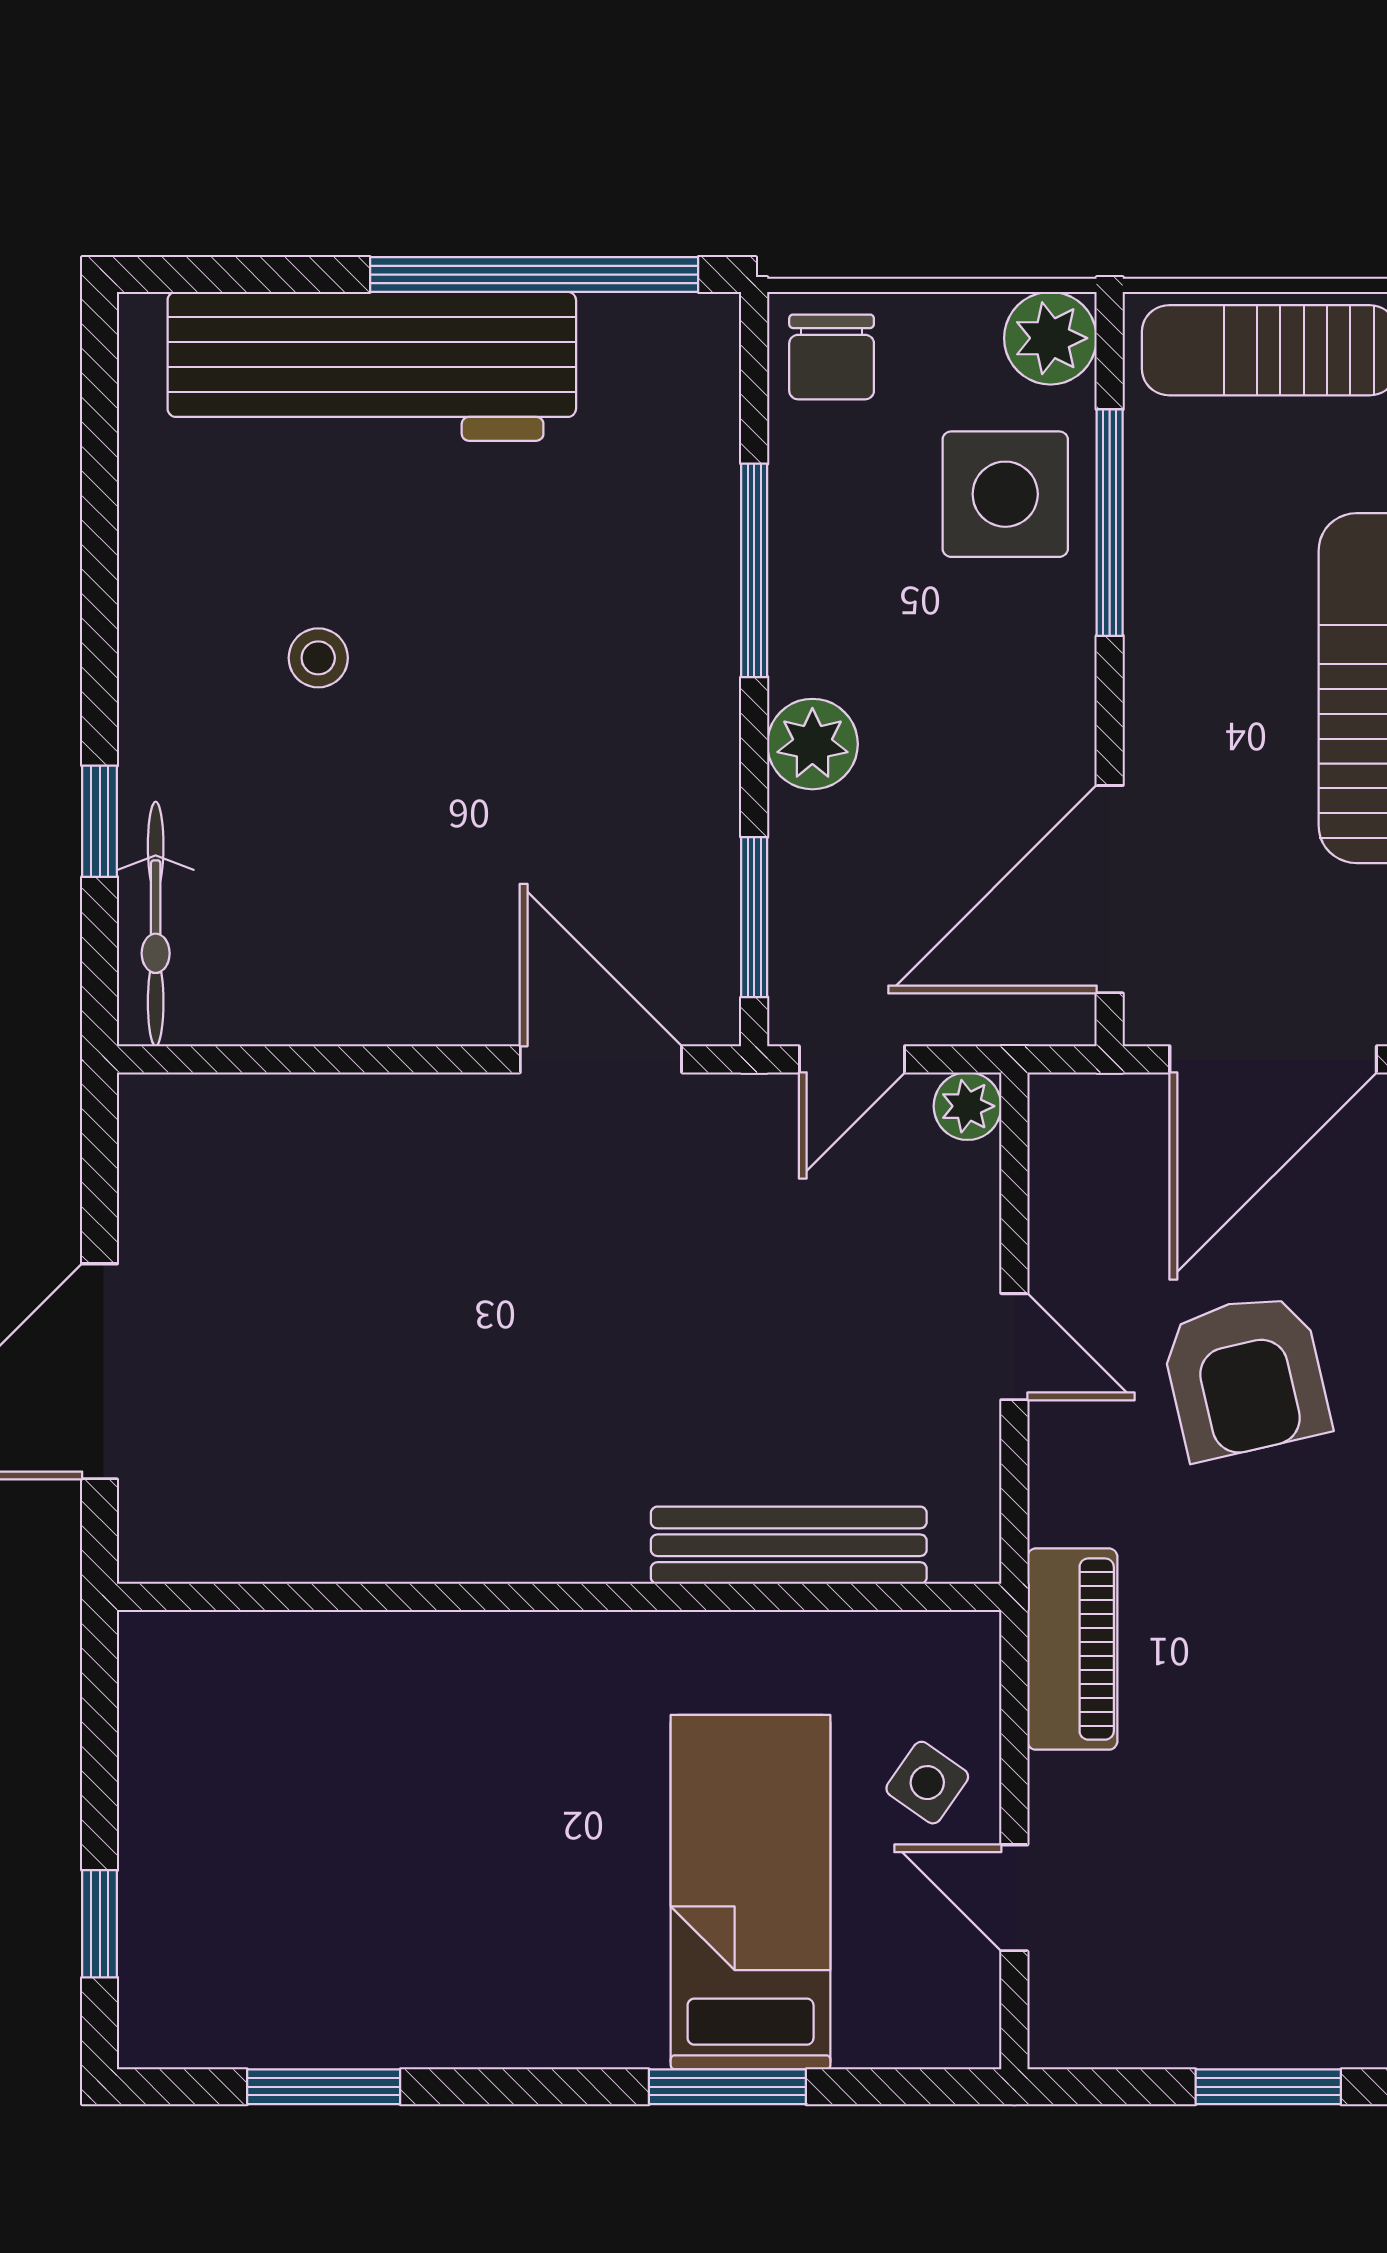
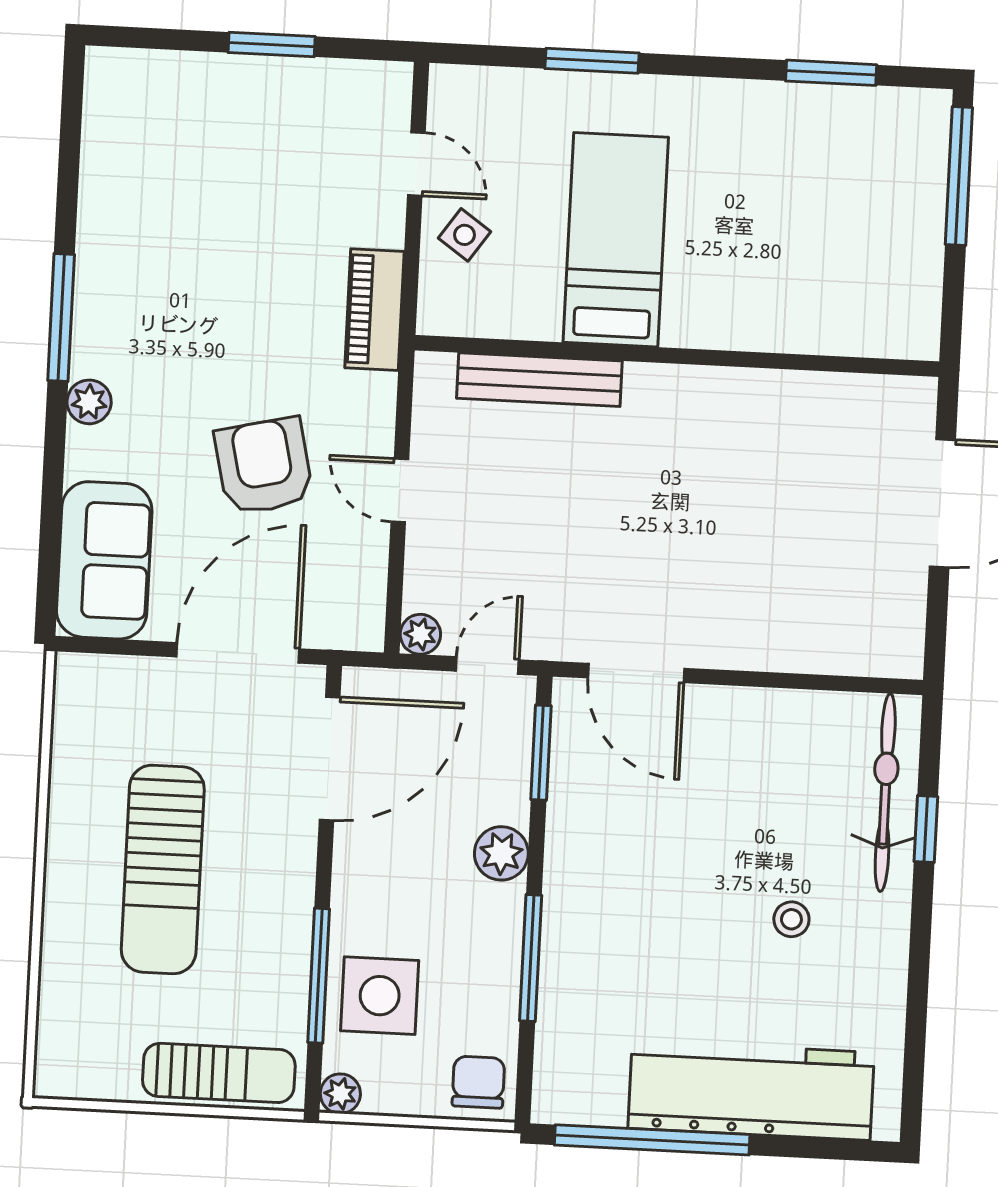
plant: (1050, 338) -> (340, 1094), width x0.73, depth x0.73
bicycle: (156, 924) -> (885, 793), width x1.37, depth x1.40
bed: (751, 1892) -> (616, 240), moved, turned 180
window: (100, 1924) -> (959, 176), width x2.17

